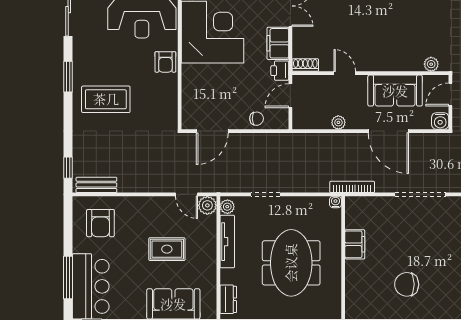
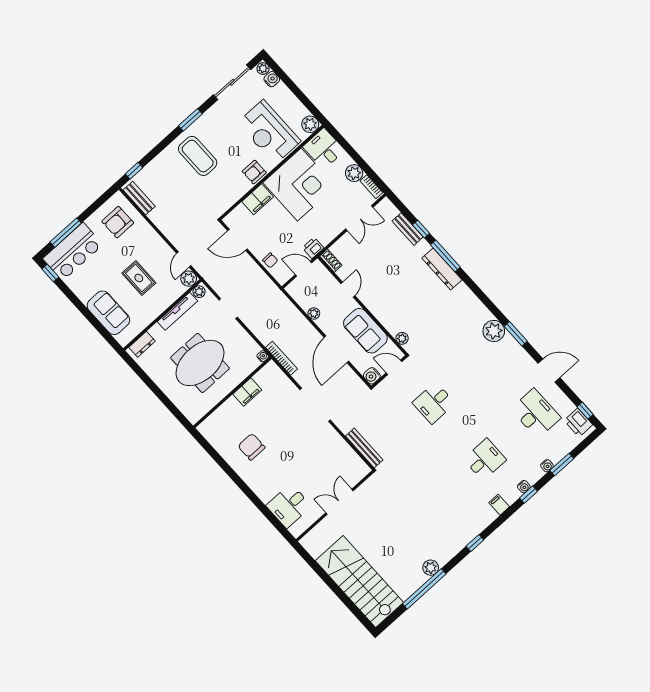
filing cabinet: (278, 43) -> (258, 199), moved, turned 180

